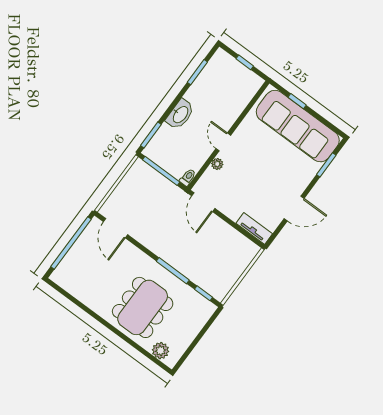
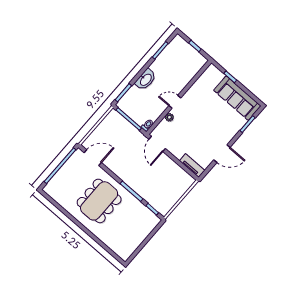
sofa: (298, 126) -> (237, 98), width x0.74, depth x0.79
door: (223, 142) -> (175, 102), hinge flipped
door: (116, 228) -> (93, 158), swing flipped
dining table: (143, 307) -> (99, 201), moved
plant: (160, 351) -> (118, 248), removed

